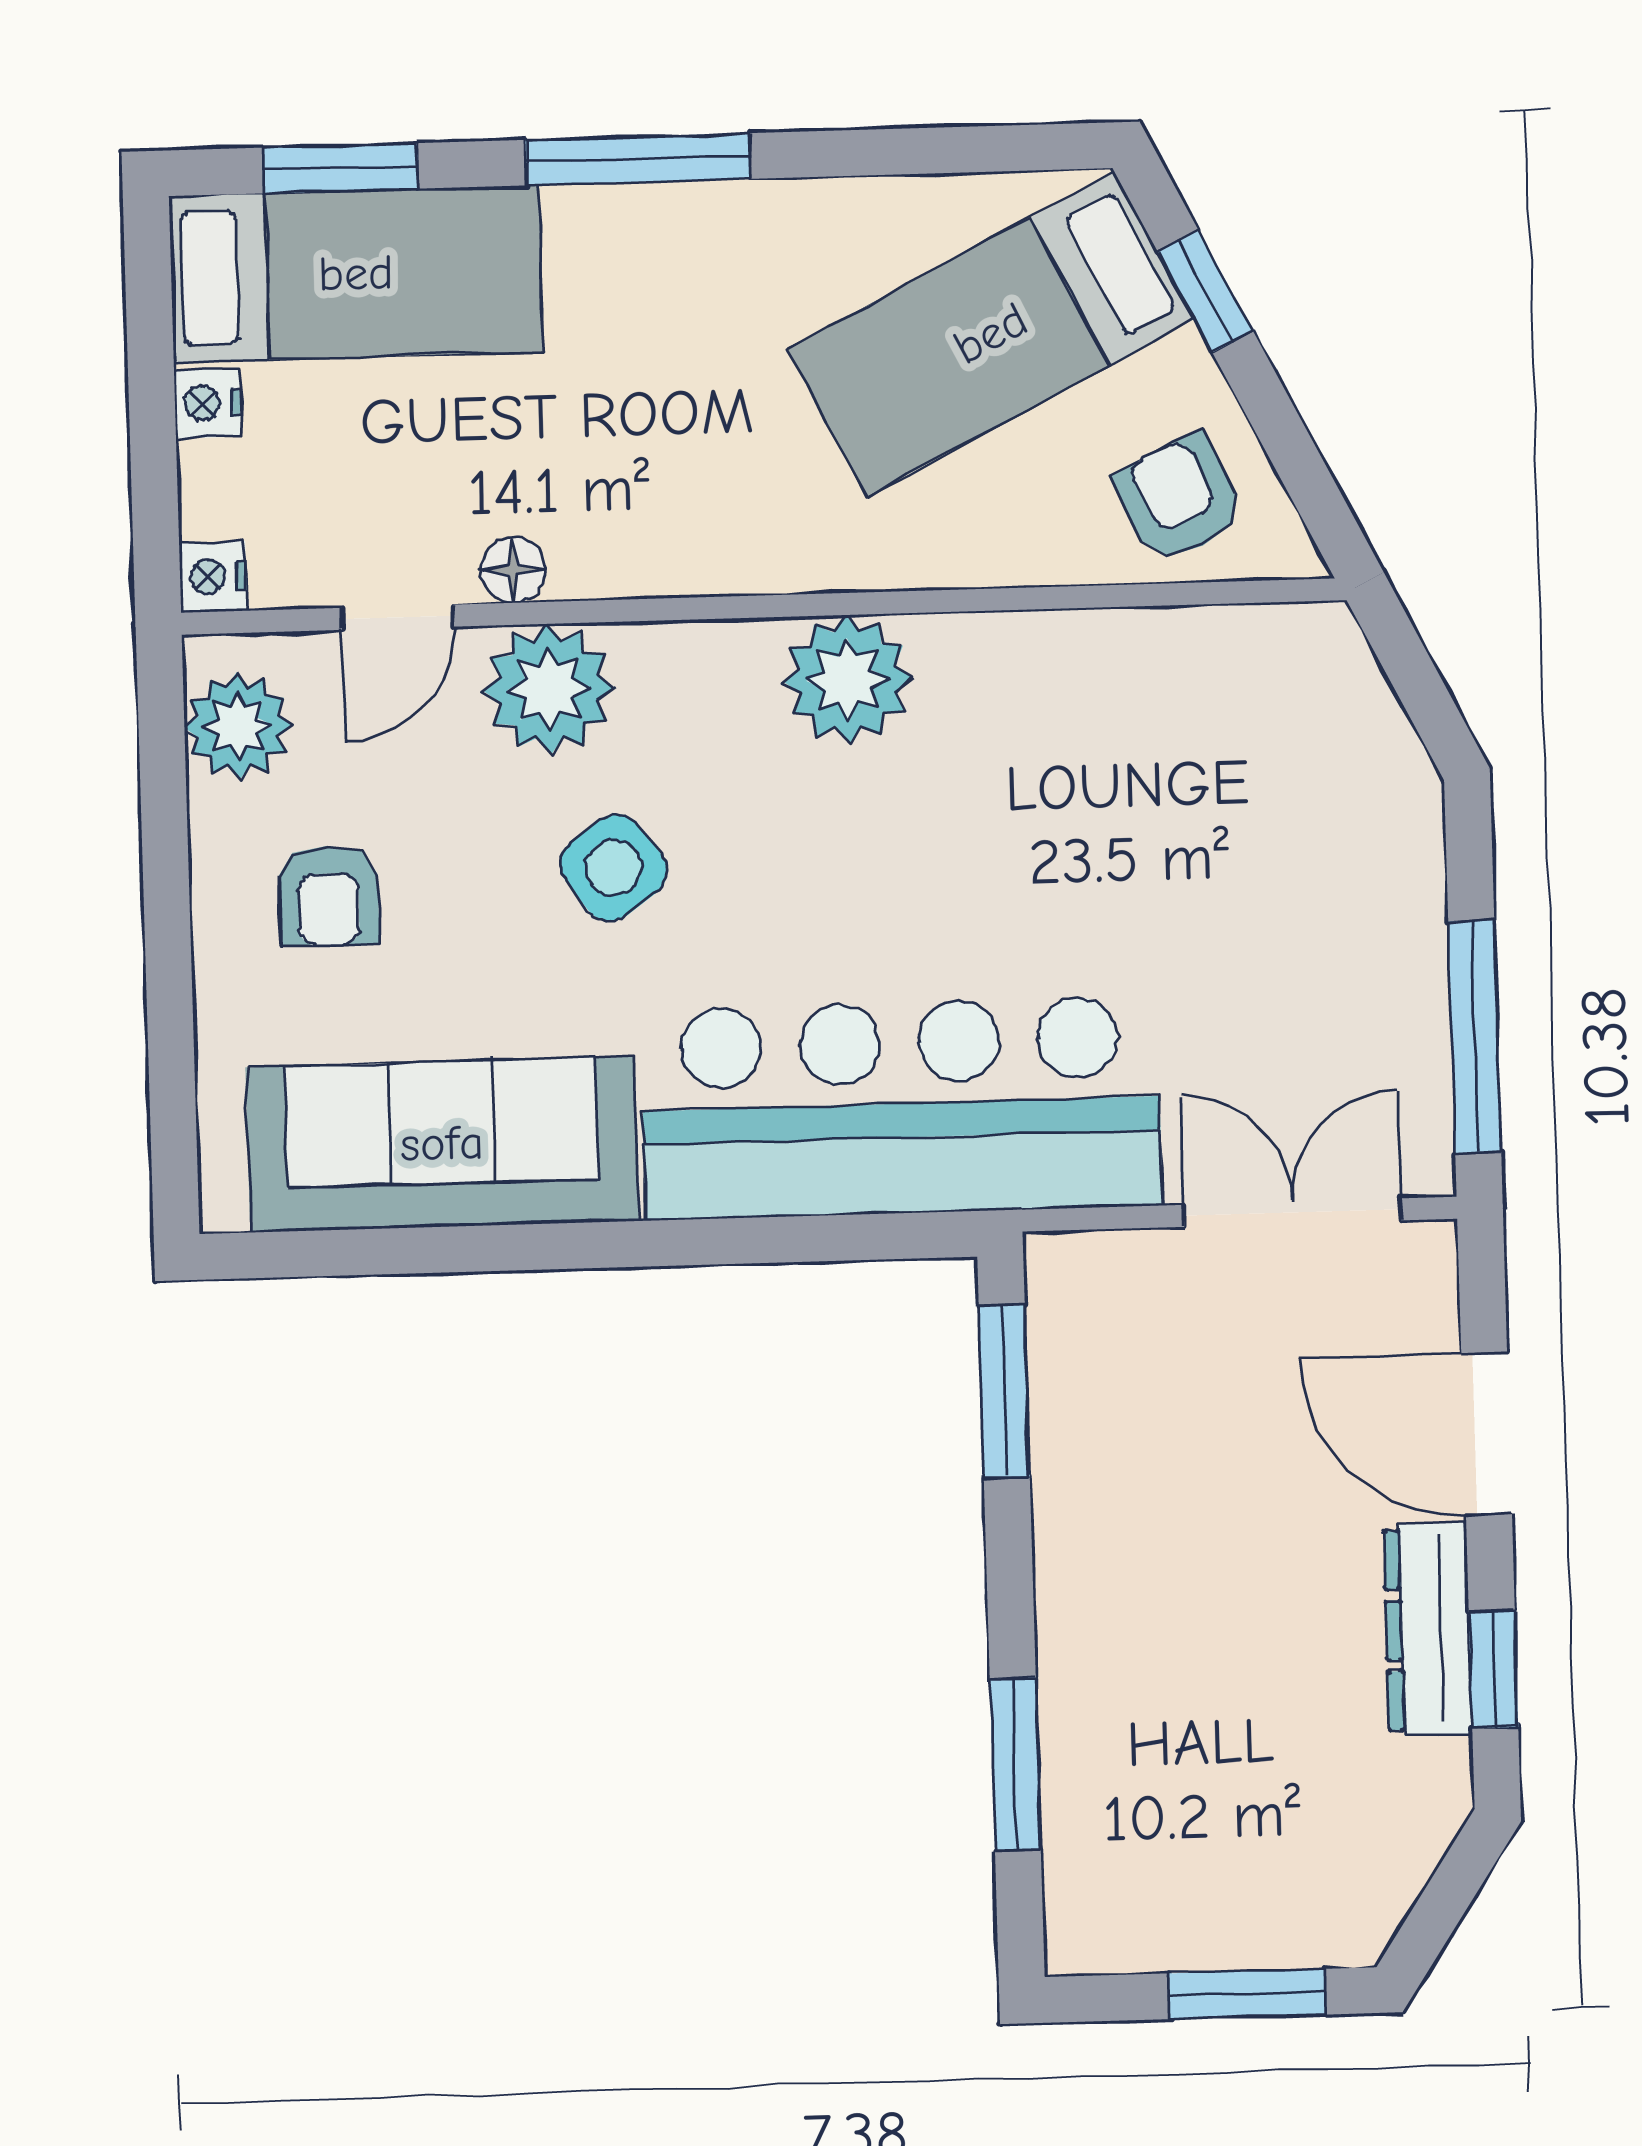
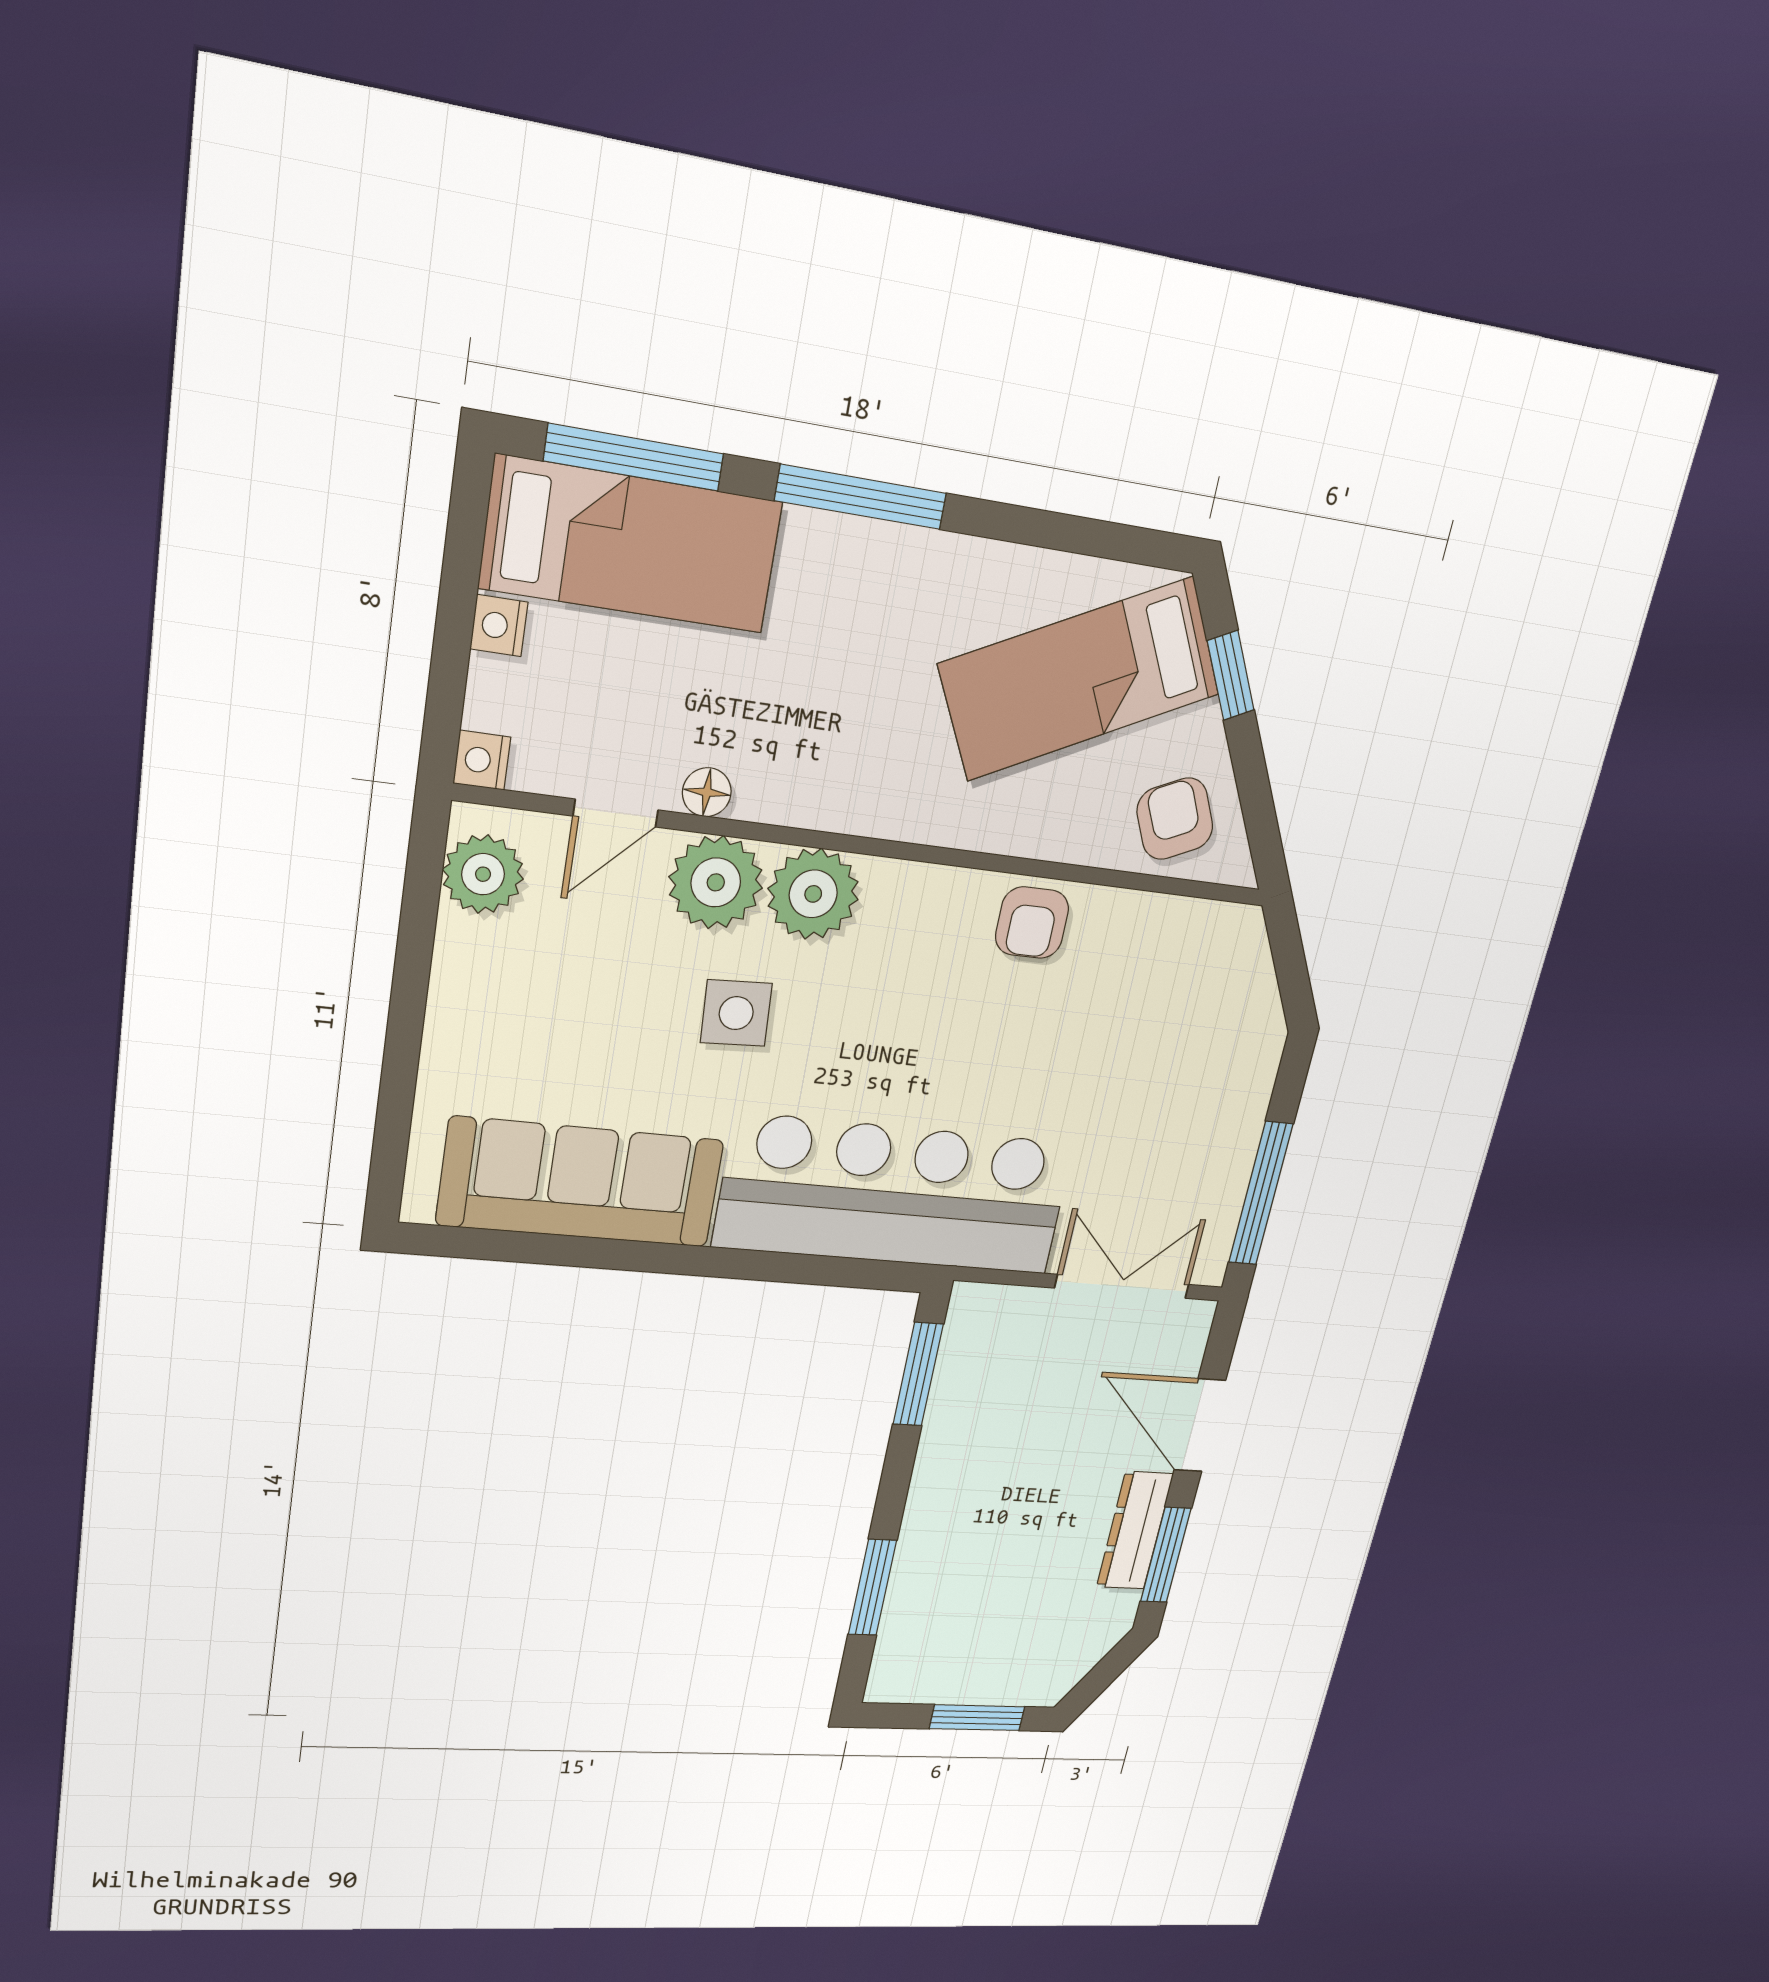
window: (340, 168) -> (634, 457), width x1.44
plant: (848, 680) -> (813, 894), moved
side table: (614, 868) -> (736, 1013), turned 33
armchair: (328, 896) -> (1032, 923), moved
window: (1494, 1669) -> (1166, 1555), width x1.50

